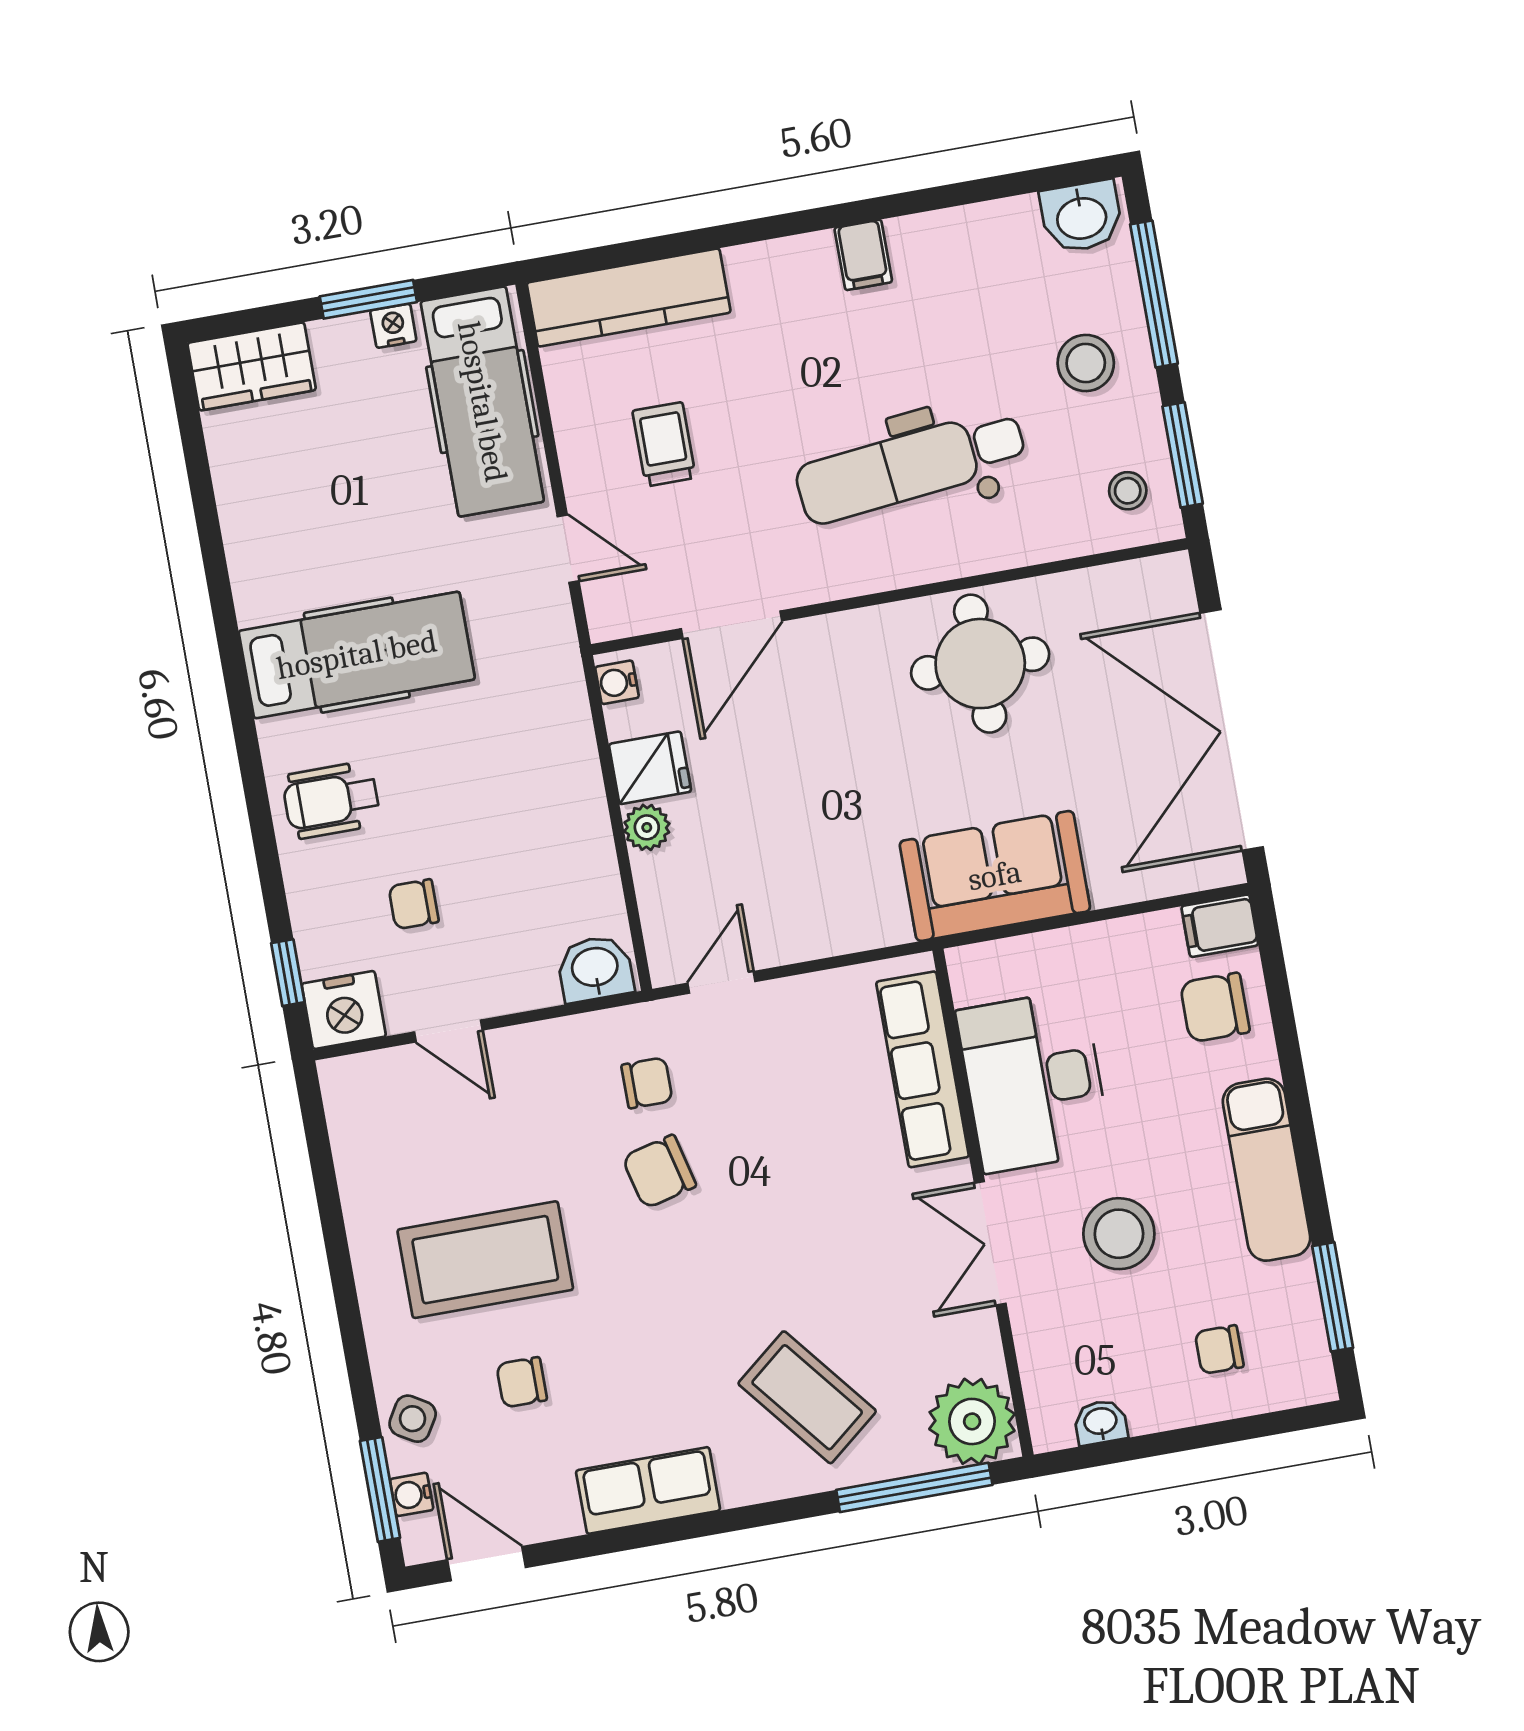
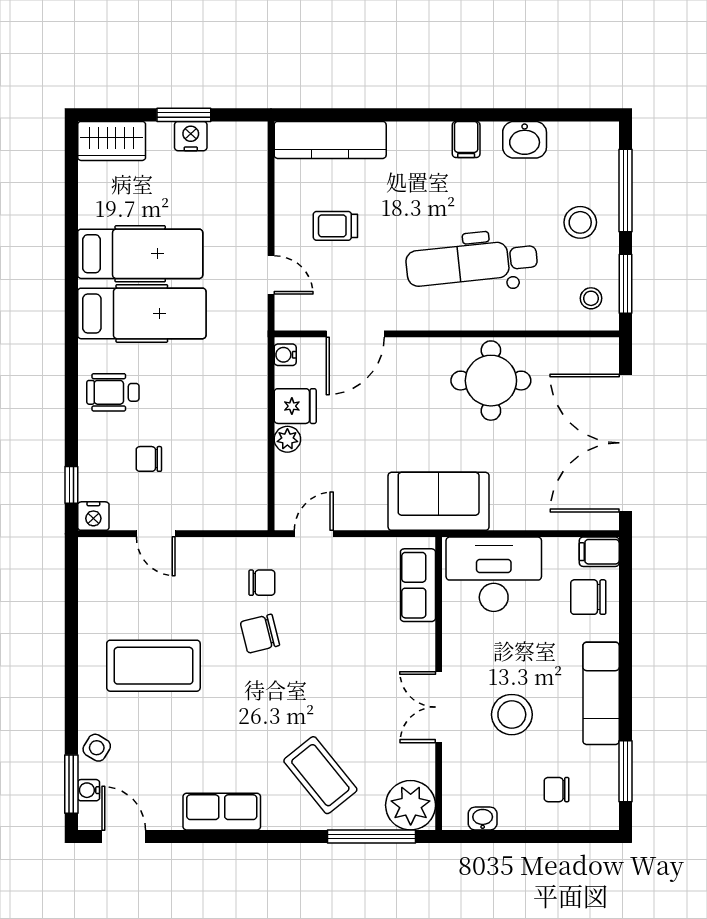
washbasin: (1081, 217) -> (525, 140), moved
nightstand: (393, 326) -> (191, 136), width x1.39, depth x1.35
hospital bed: (482, 402) -> (140, 254), moved, turned -90
trolley: (664, 444) -> (335, 226), turned -90
sofa: (995, 876) -> (439, 501), moved
washbasin: (595, 969) -> (244, 513), removed
nightstand: (344, 1010) -> (93, 516), width x0.74, depth x0.75
row of seats: (922, 1069) -> (418, 585), width x0.68
desk: (1034, 1081) -> (494, 574), moved, turned 90
chair: (522, 1382) -> (162, 738), removed

